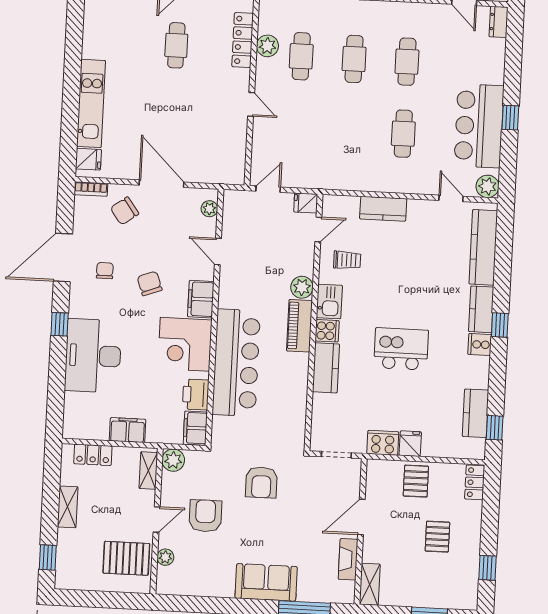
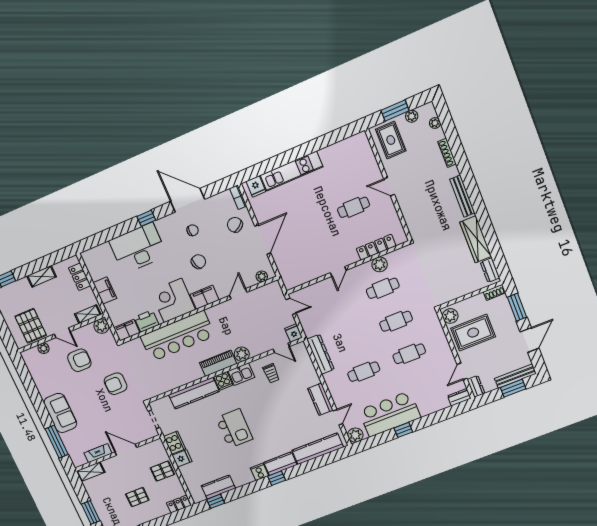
dresser: (352, 181) -> (321, 354), added
kitchen counter: (383, 209) -> (320, 399), moved
kitchen counter: (326, 368) -> (194, 393), width x1.50

